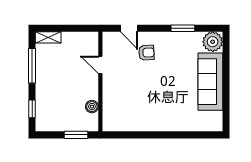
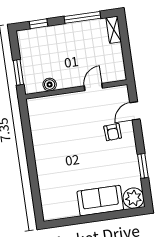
sofa: (210, 82) -> (100, 201), width x0.73

